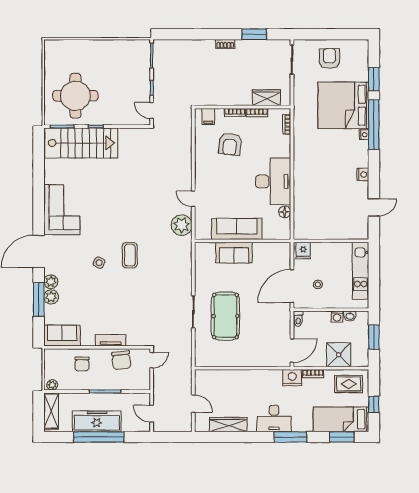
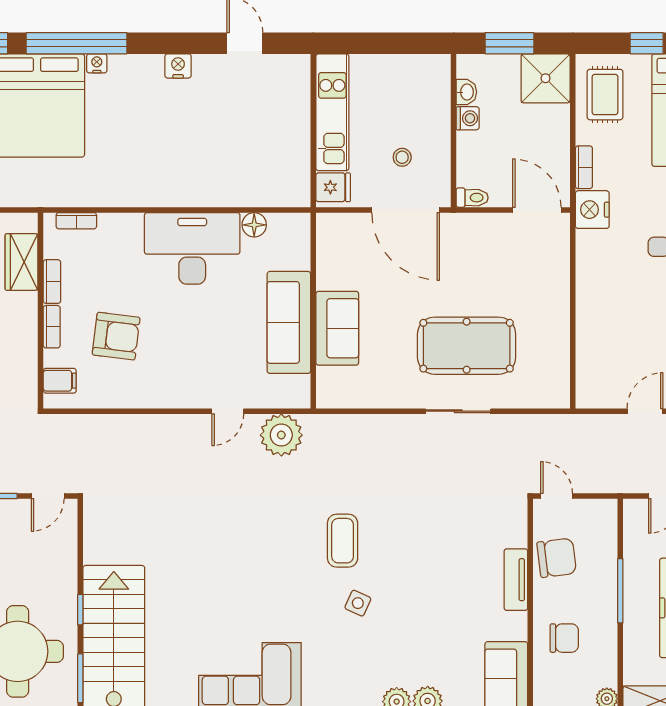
coffee table: (130, 255) -> (343, 541), turned 90
kitchen unit: (361, 271) -> (332, 112), moved, turned -90
shower: (339, 355) -> (546, 78), moved

